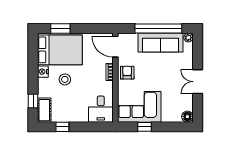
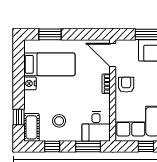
bed: (60, 50) -> (49, 64), width x0.67
stool: (65, 79) -> (59, 121), moved
window: (94, 127) -> (88, 147), added

